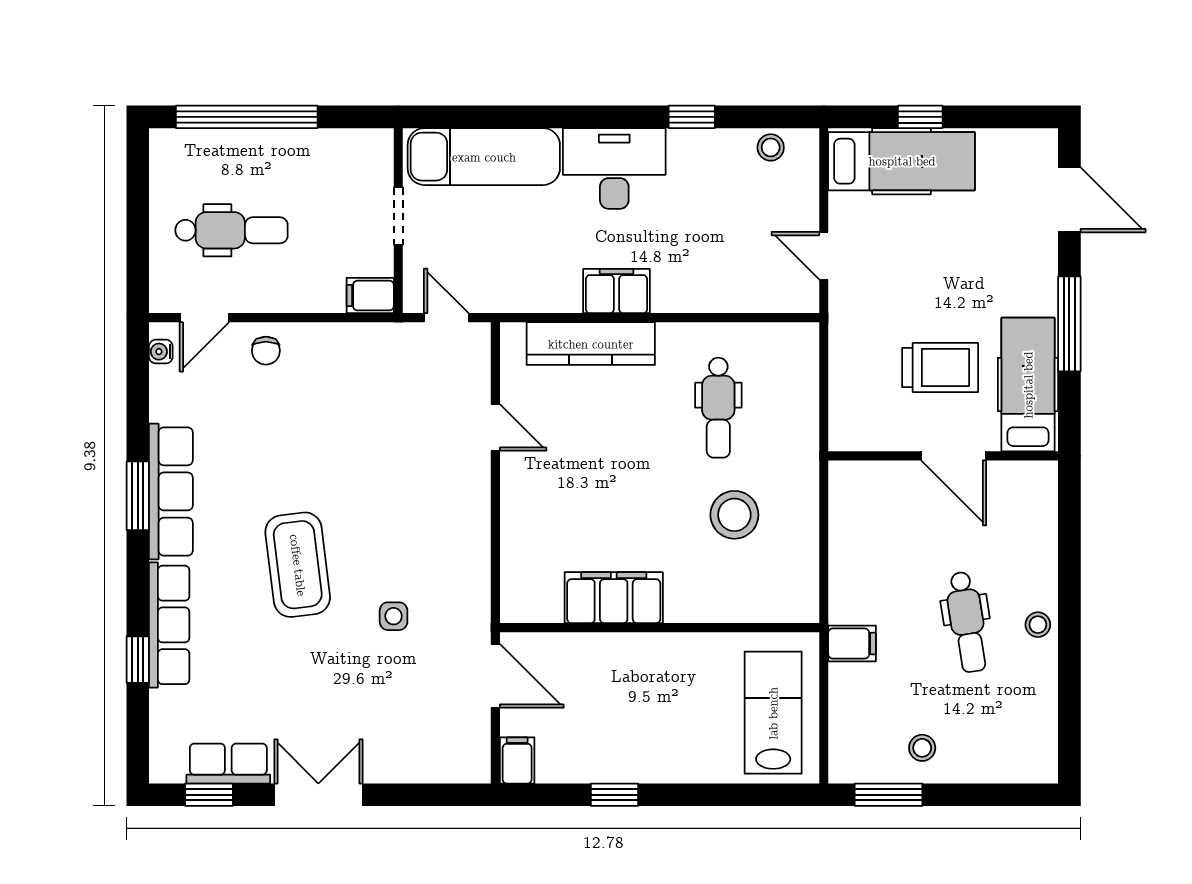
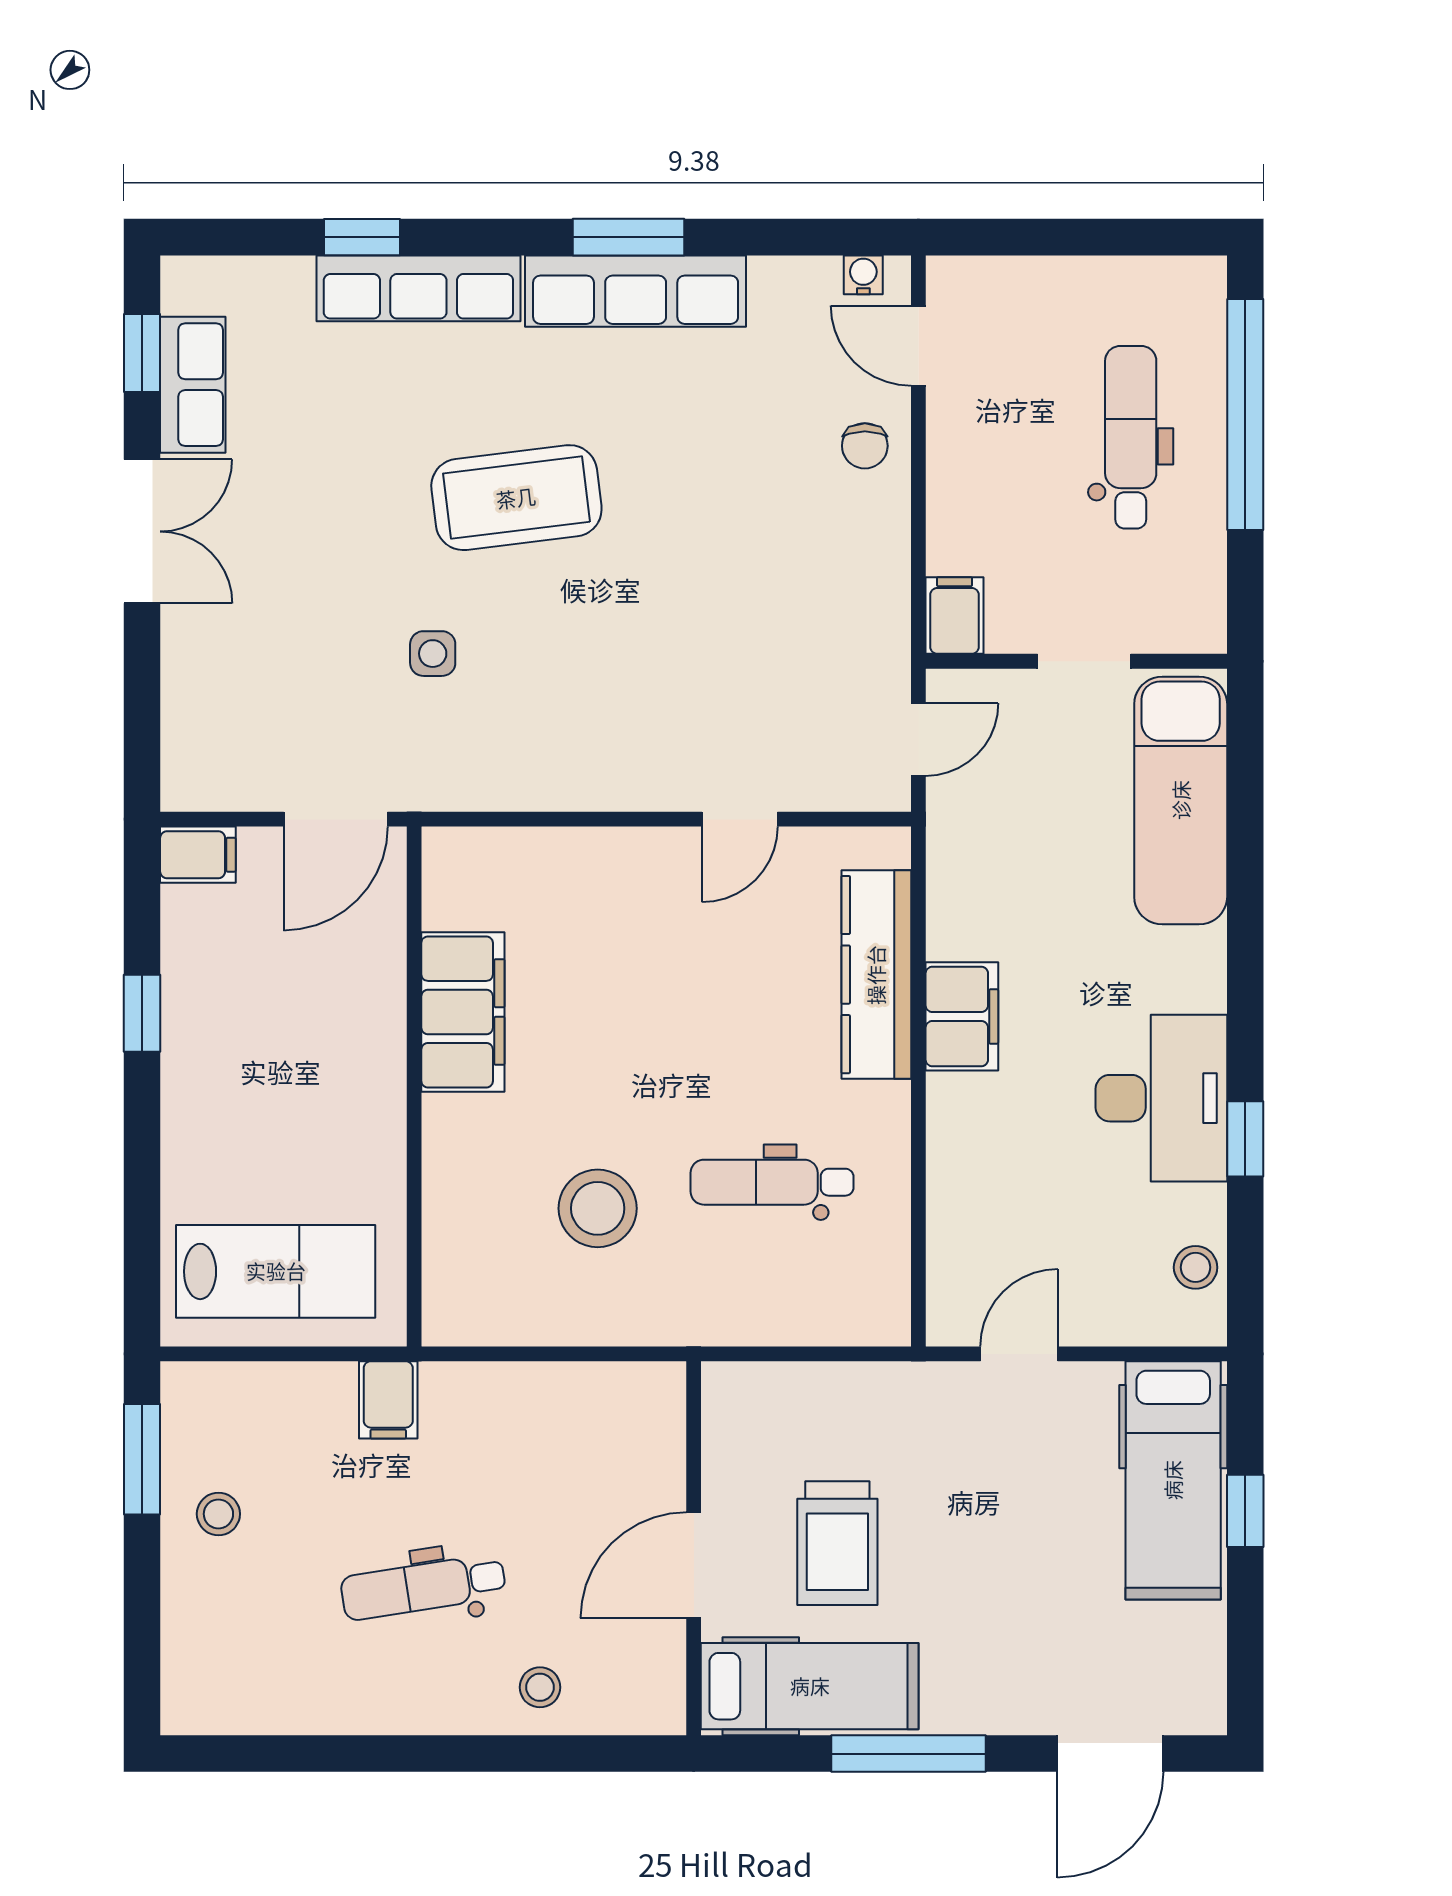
desk: (614, 168) -> (1161, 1098), moved
dental chair: (231, 230) -> (1131, 437), moved, turned 180
chair: (266, 351) -> (865, 446), turned -90
stool: (1038, 625) -> (540, 1687), moved

